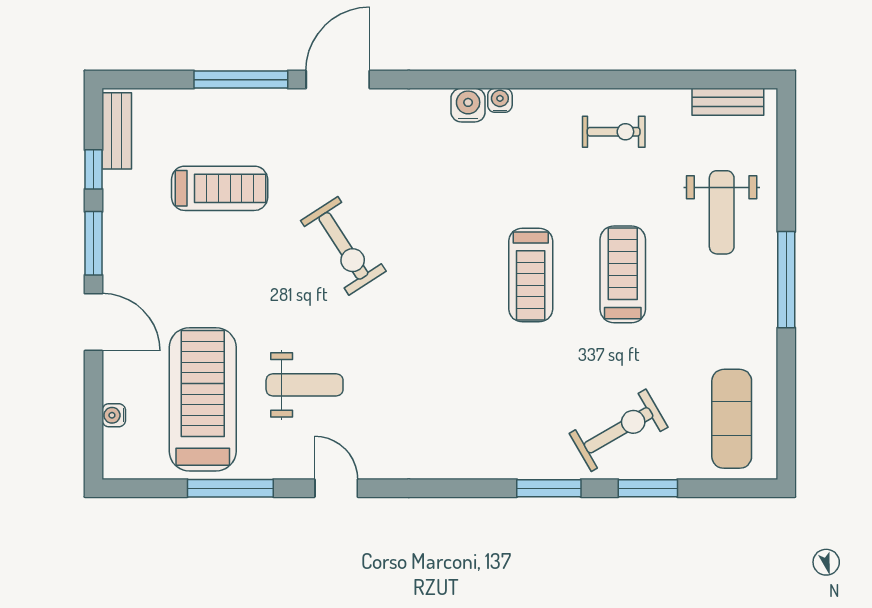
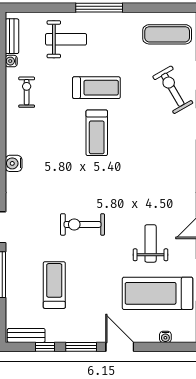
water cooler: (500, 100) -> (11, 61), moved
exercise bike: (343, 246) -> (82, 224), turned -147
treadmill: (623, 274) -> (96, 88), turned 180
treadmill: (531, 275) -> (97, 133), turned 90
door: (94, 322) -> (120, 347), hinge flipped

